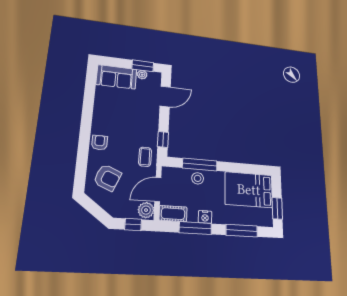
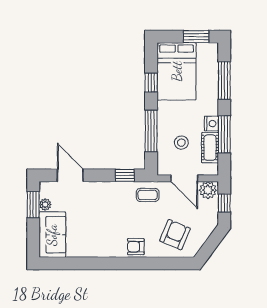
window: (239, 168) -> (151, 83), added
stool: (198, 178) -> (181, 143), moved
cot: (173, 214) -> (210, 148), moved

